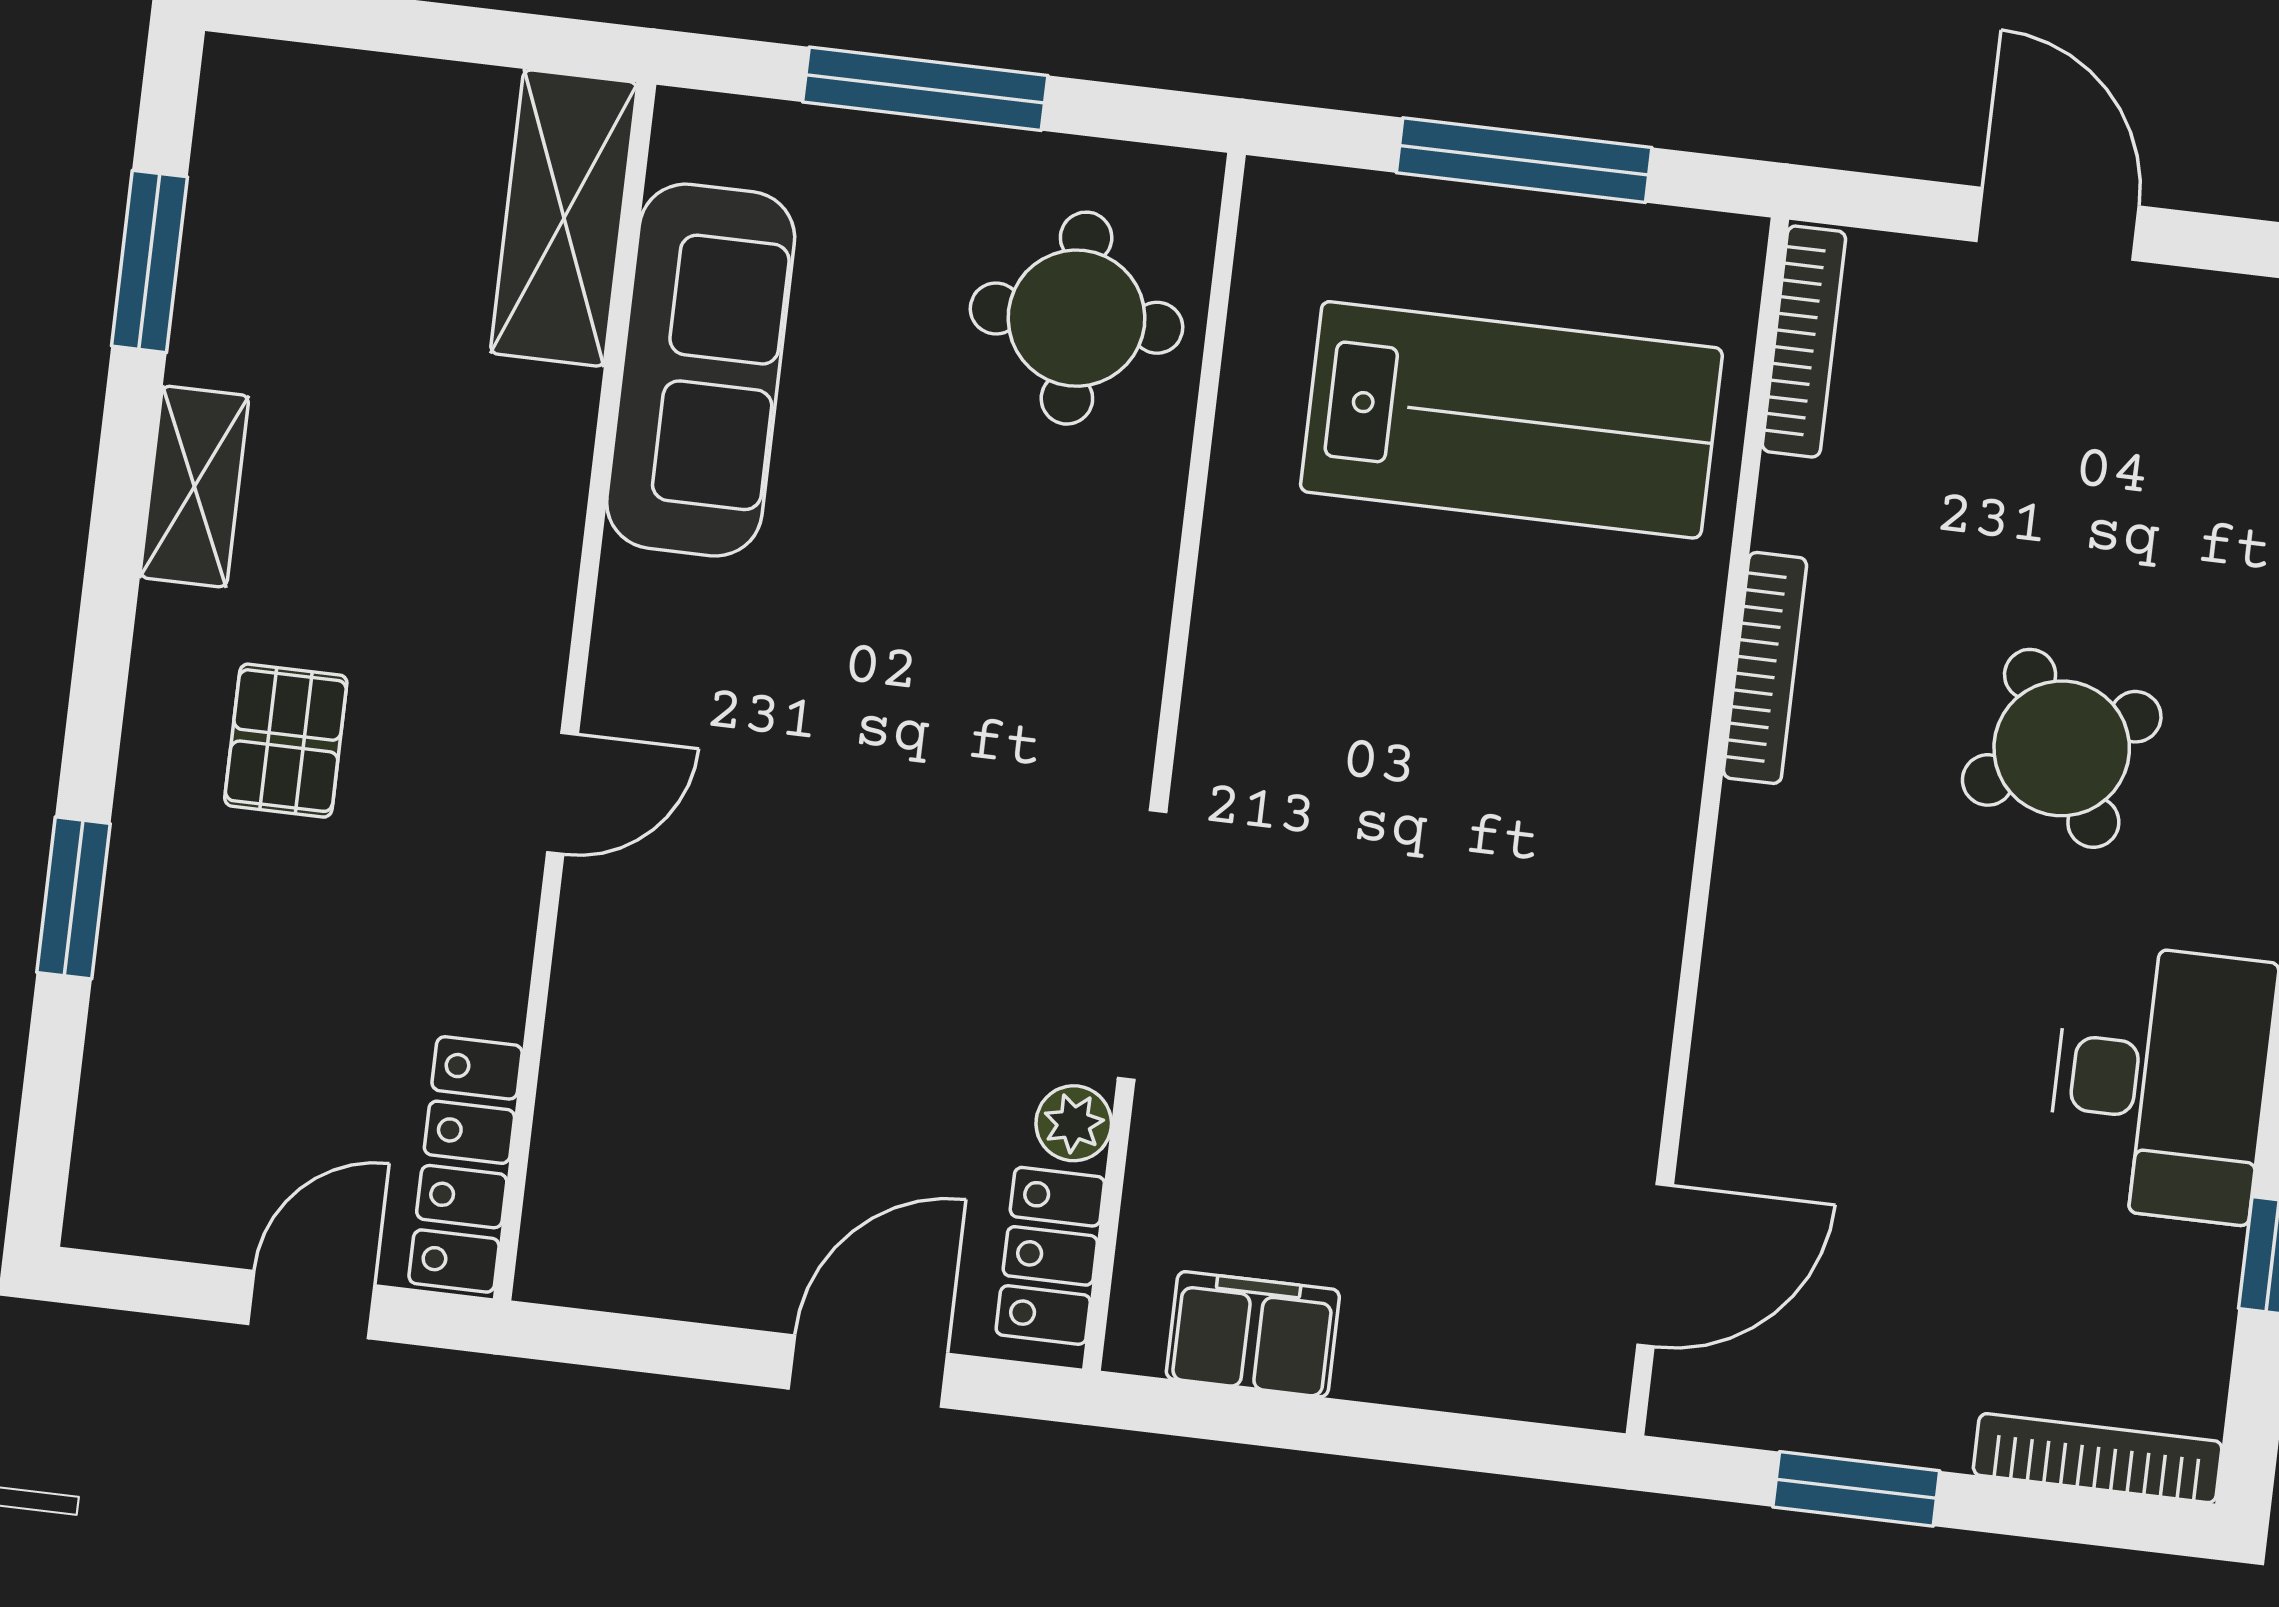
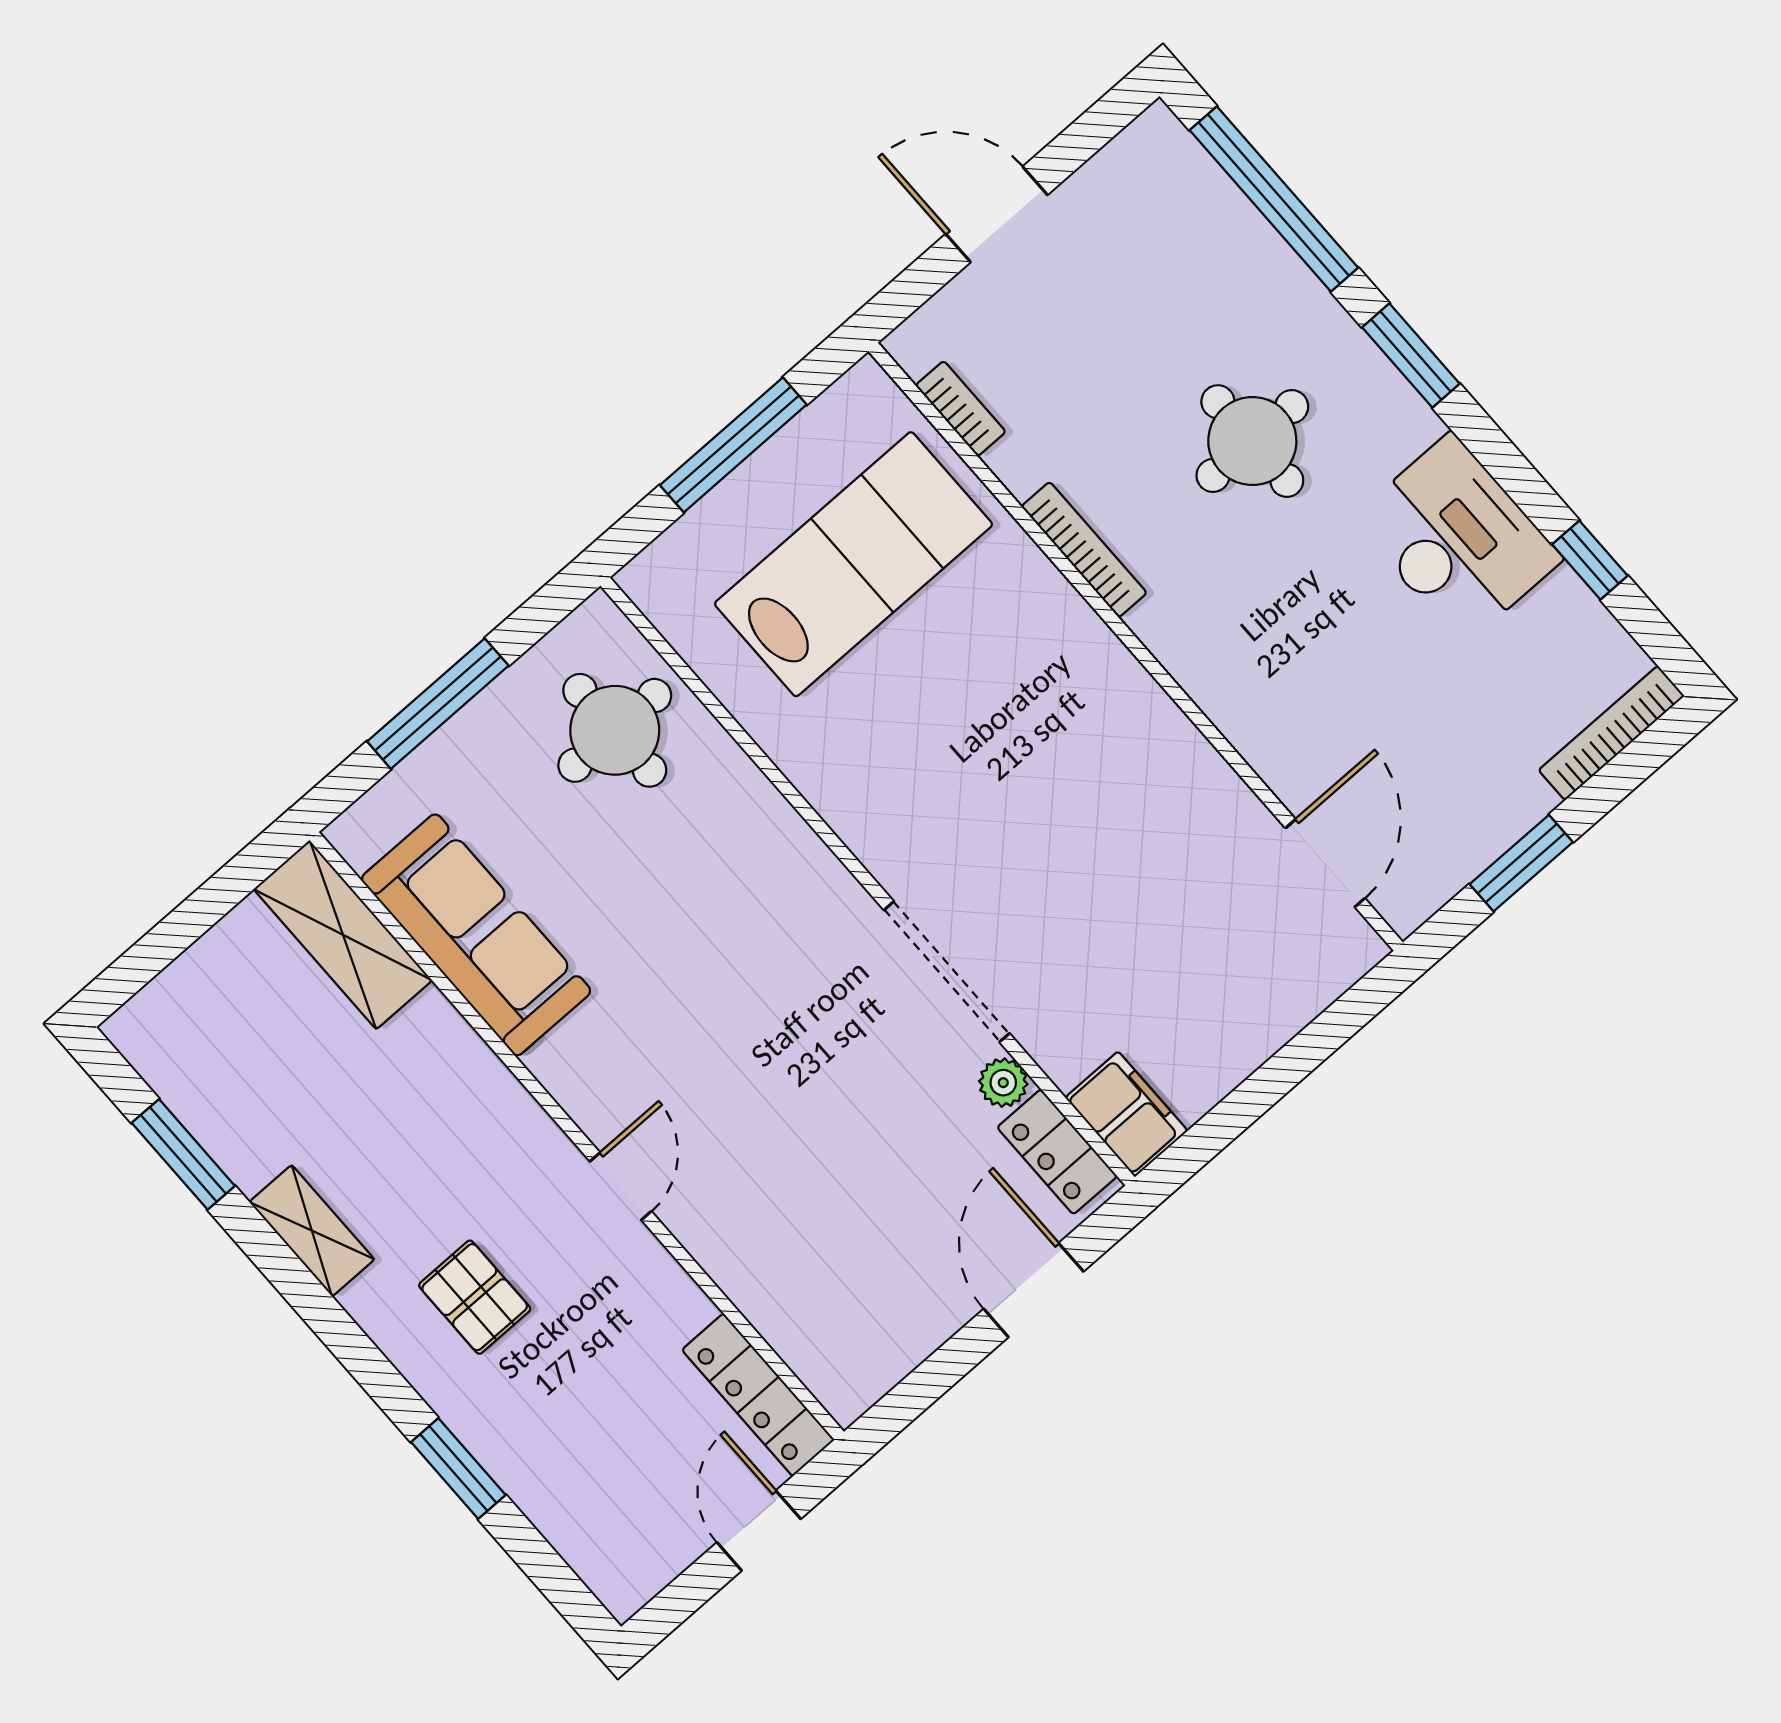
bookcase: (1804, 342) -> (961, 409), width x0.64
round table: (2062, 748) -> (1252, 441), turned 30
filing cabinet: (1253, 1334) -> (1126, 1114), moved, turned 90

